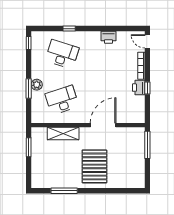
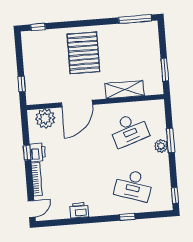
door: (147, 41) -> (32, 209), hinge flipped
plant: (130, 115) -> (45, 119), added
window: (147, 145) -> (22, 84), width x0.46
window: (64, 191) -> (135, 19), moved
window: (130, 191) -> (38, 27), added

